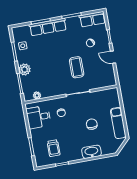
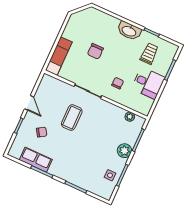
row of seats: (92, 19) -> (36, 160), moved
row of seats: (48, 27) -> (73, 177), removed
desk: (38, 117) -> (148, 83), moved
exam couch: (118, 123) -> (59, 56), moved
washbasin: (91, 152) -> (129, 31), moved

